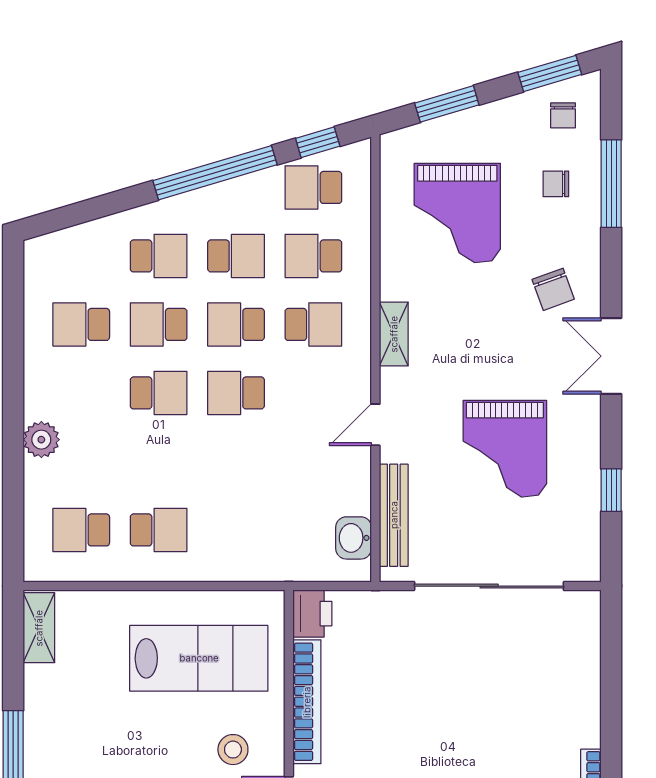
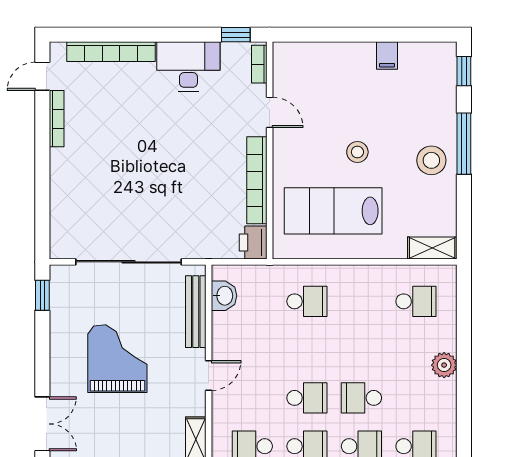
window: (611, 490) -> (42, 295), moved
school desk: (159, 530) -> (307, 301), moved, turned 180
shelving: (39, 628) -> (432, 248), moved, turned 90
stool: (59, 730) -> (431, 160), added
stool: (233, 750) -> (357, 152), moved

